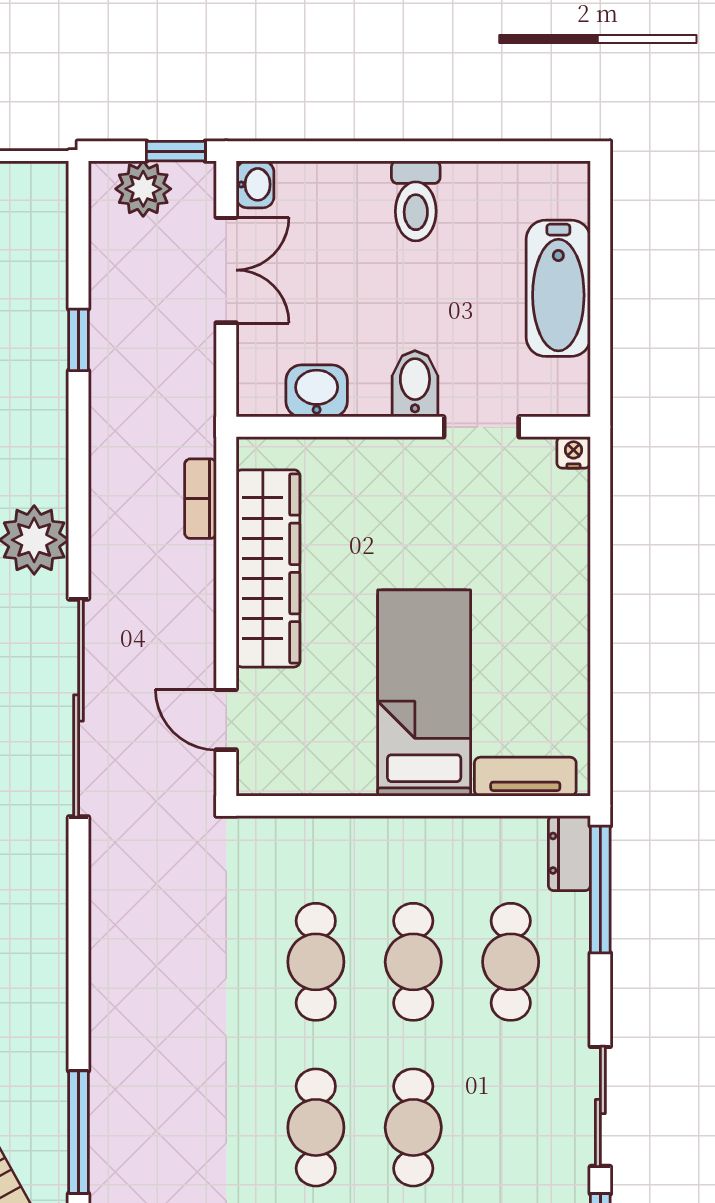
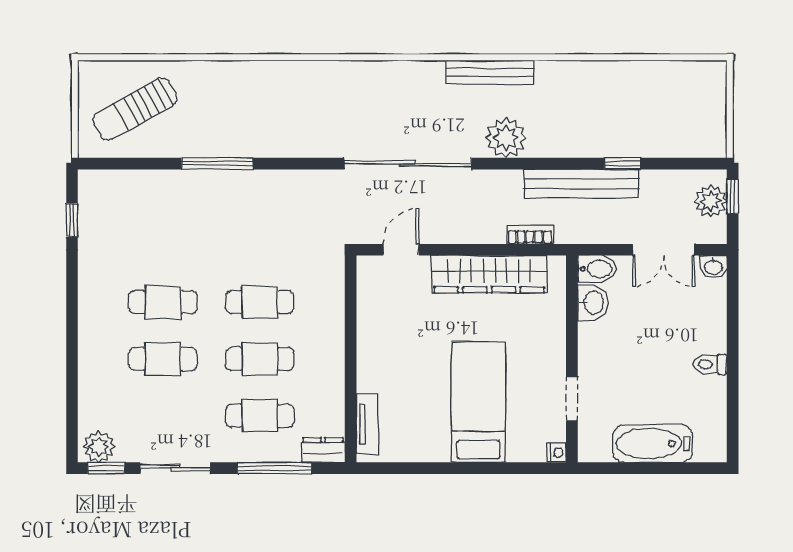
window: (176, 151) -> (733, 197), moved
toilet: (416, 201) -> (710, 364), width x0.73, depth x0.72
bidet: (415, 384) -> (597, 269), moved
bench: (113, 410) -> (582, 184), added
bed: (424, 693) -> (478, 402), moved, turned -90
window: (600, 889) -> (274, 468), moved
window: (79, 1132) -> (217, 164), moved

